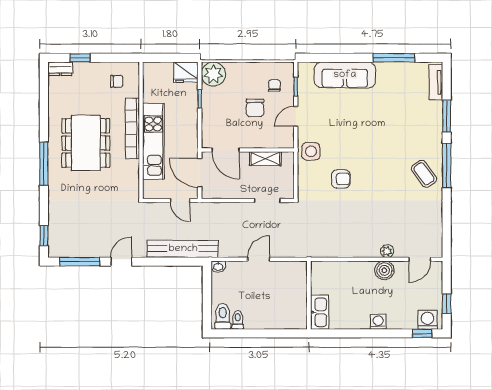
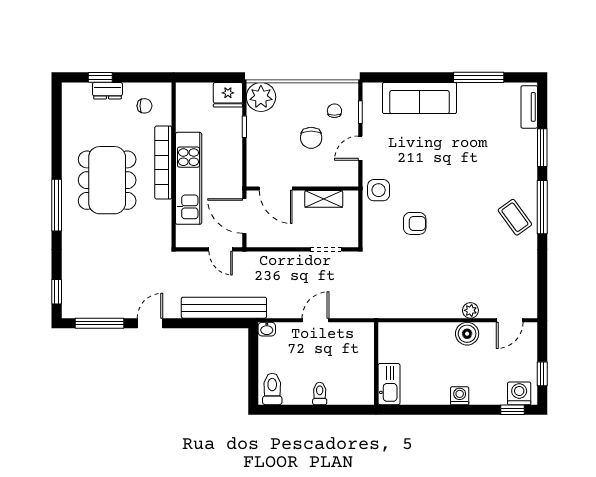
dresser: (60, 69) -> (107, 91), moved
toilet: (238, 320) -> (320, 393), moved

